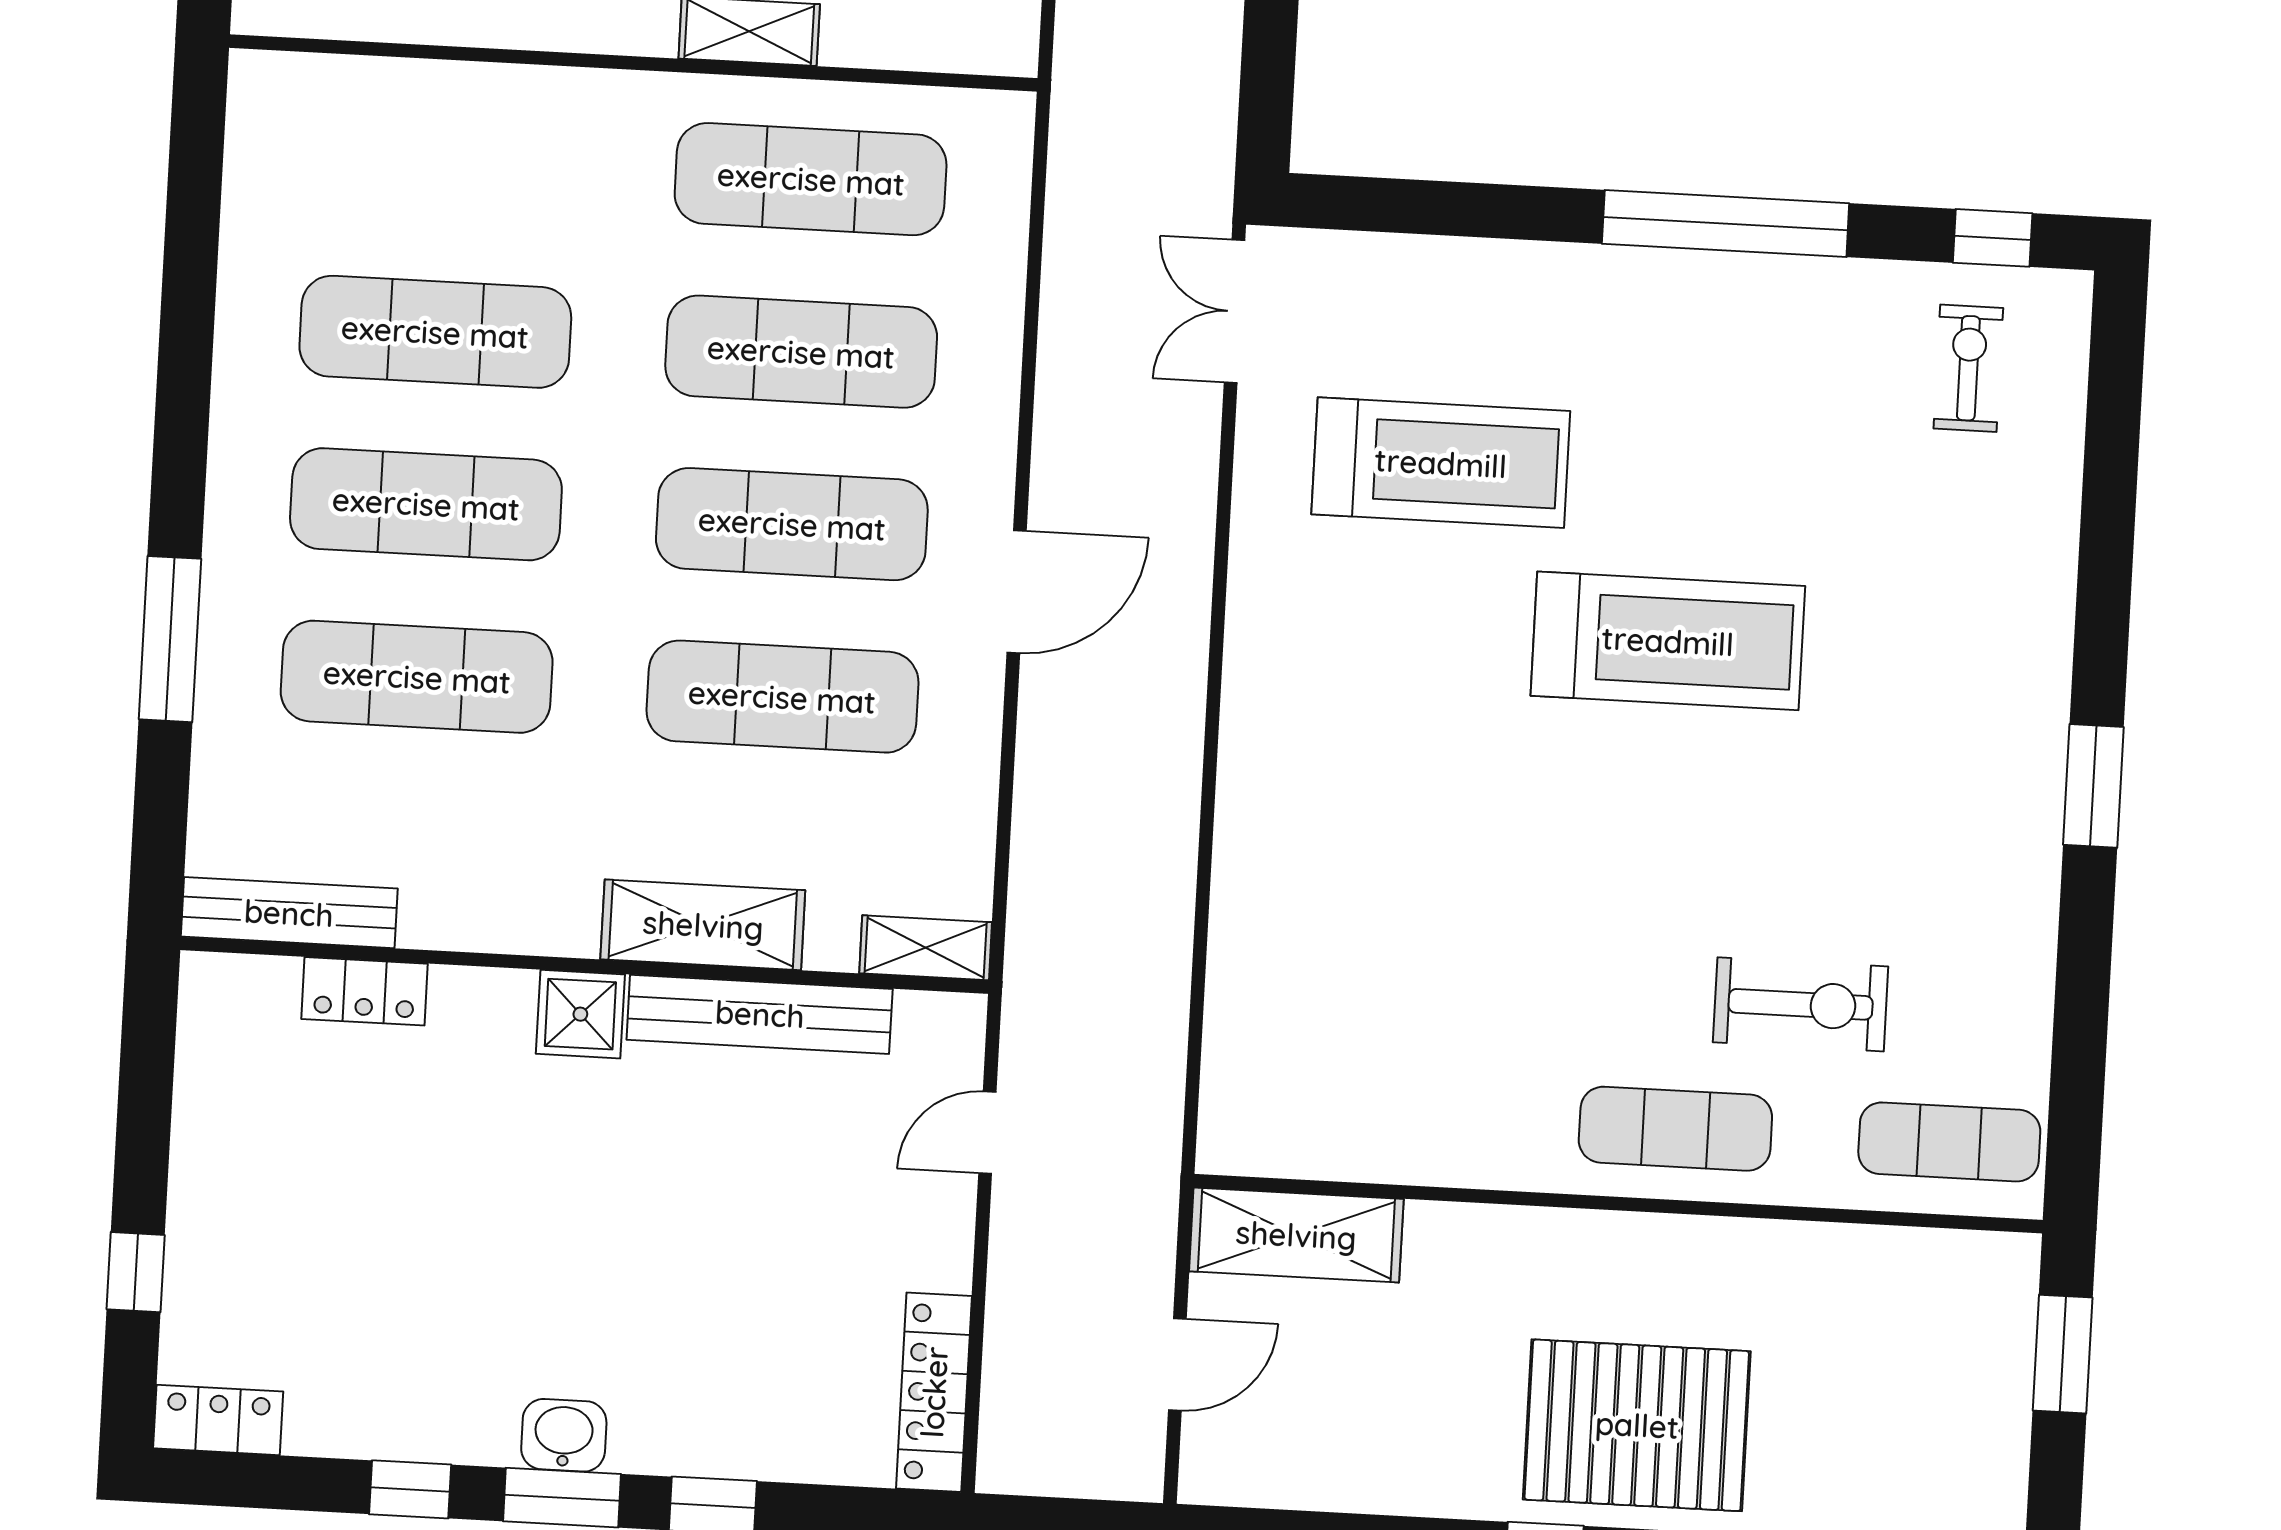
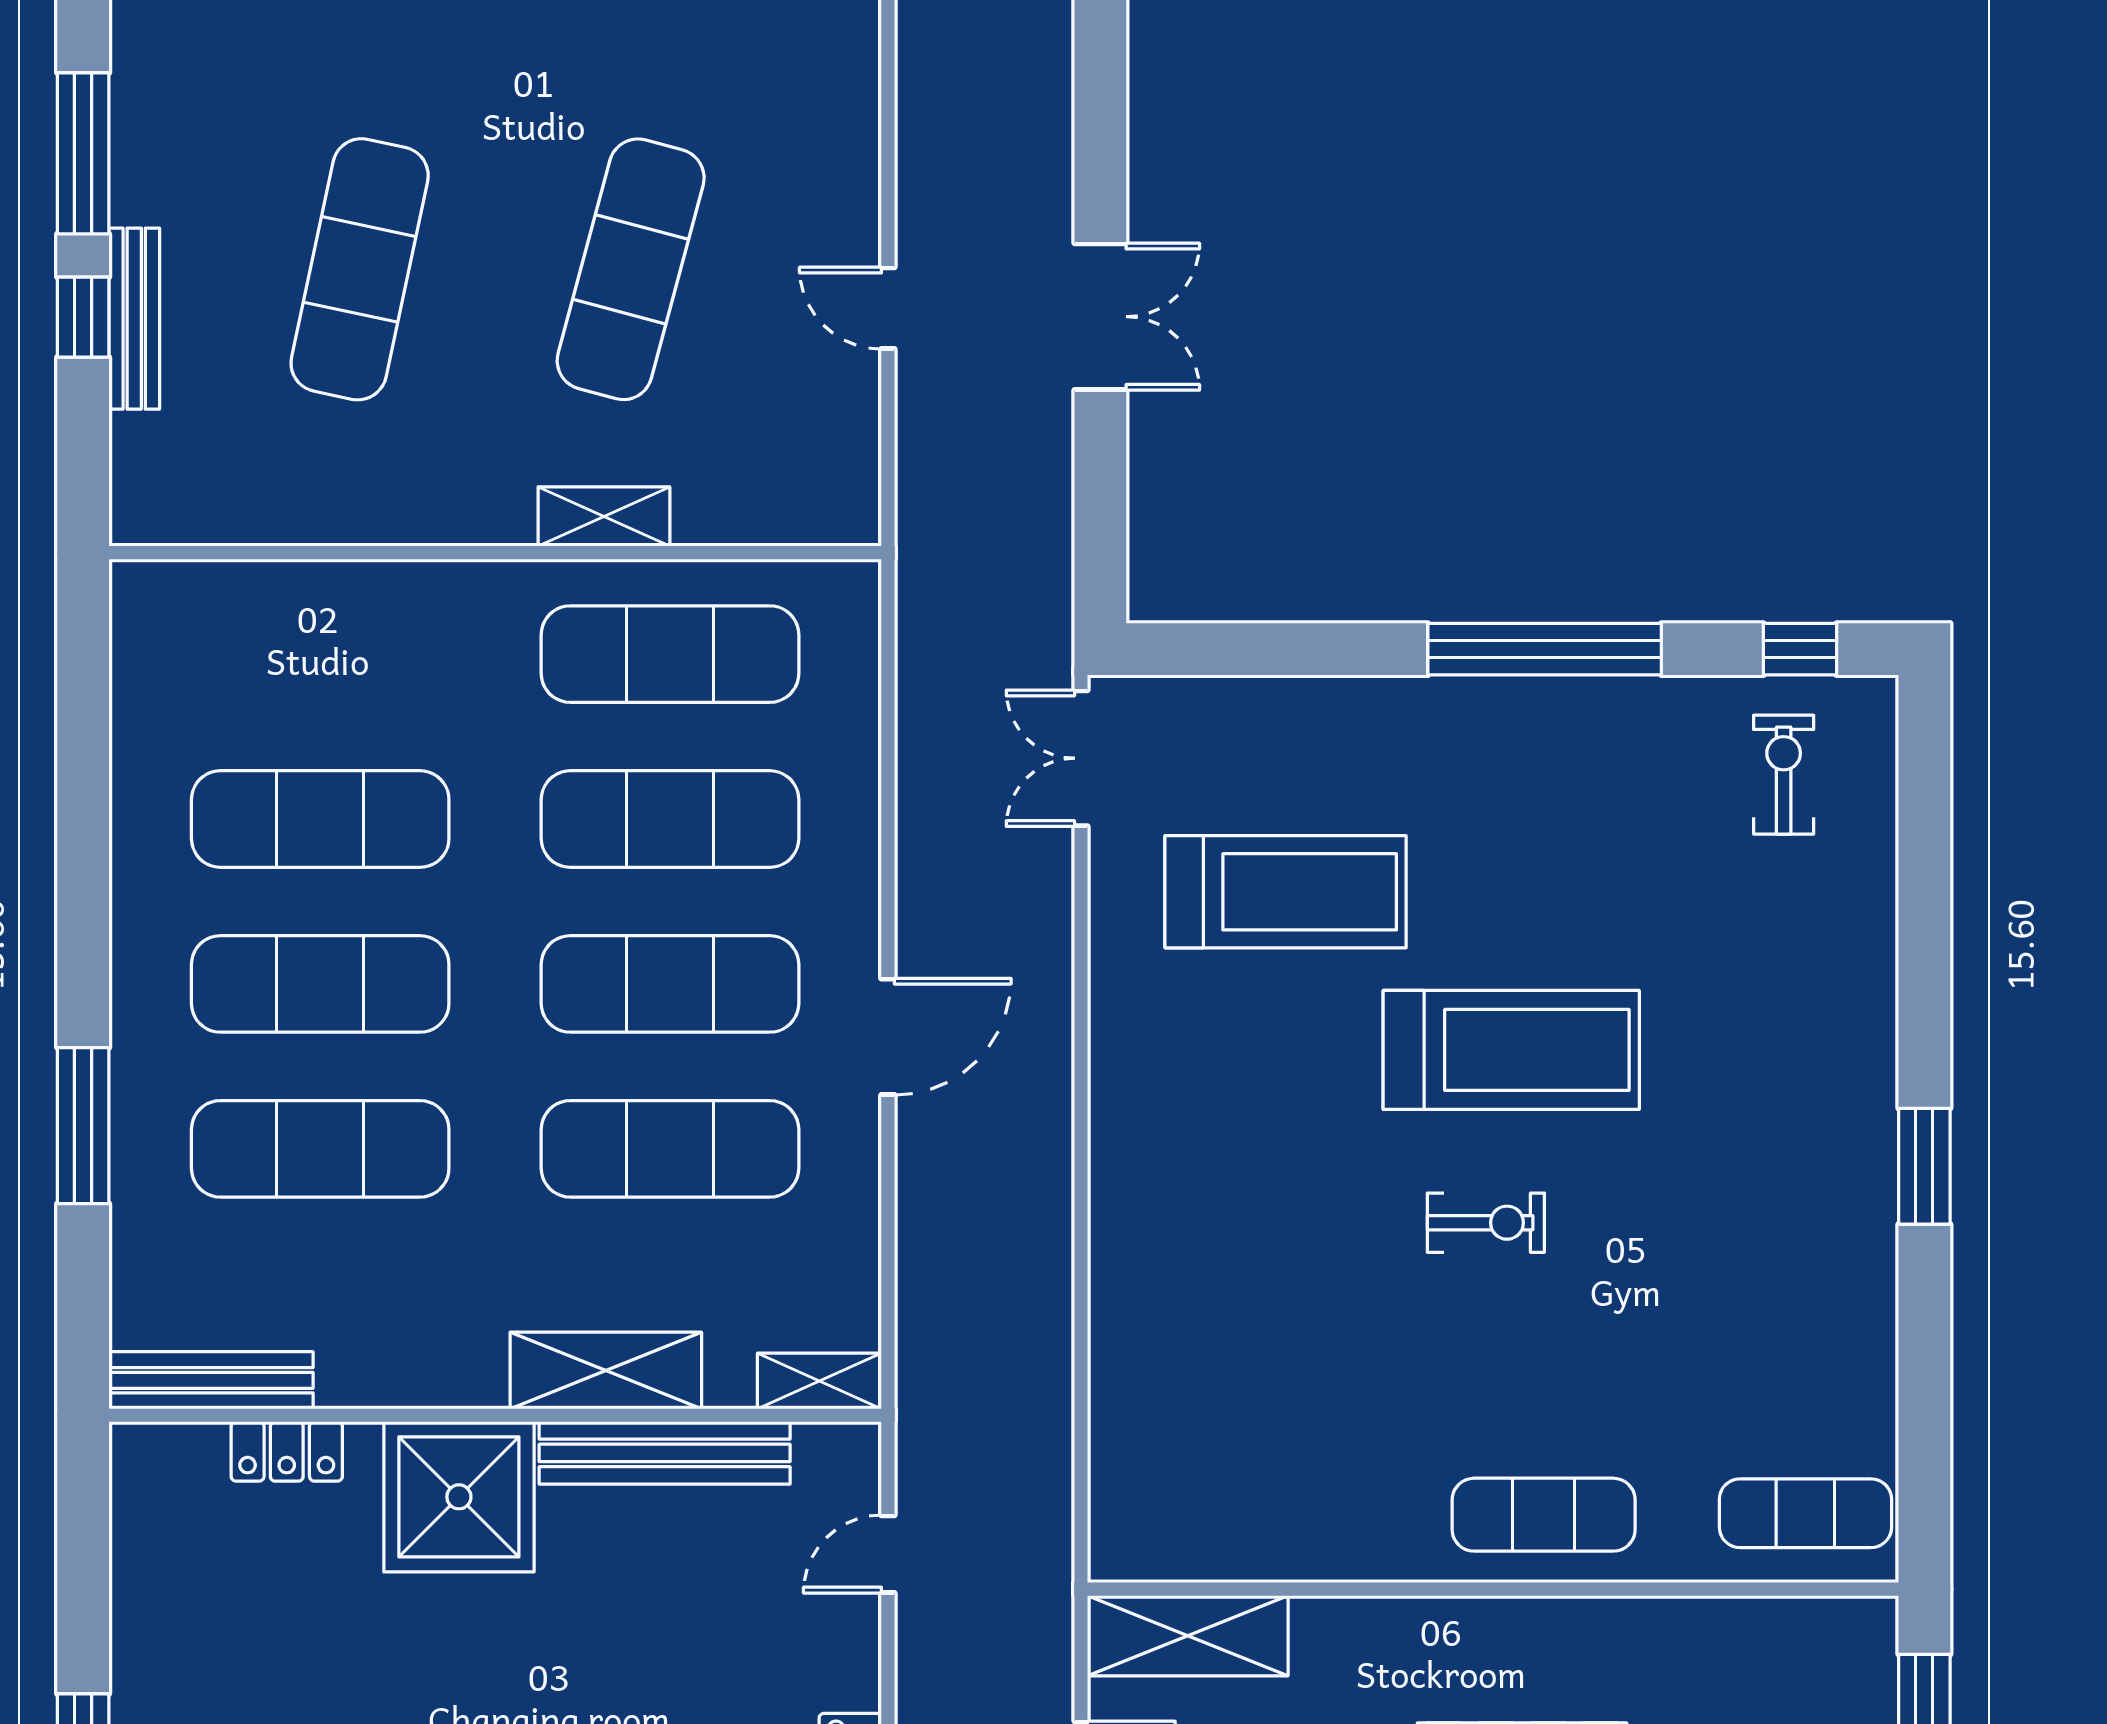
exercise bike: (1801, 1004) -> (1486, 1223), moved, width x0.73, depth x0.72
shower: (580, 1014) -> (459, 1497), width x1.86, depth x1.86

